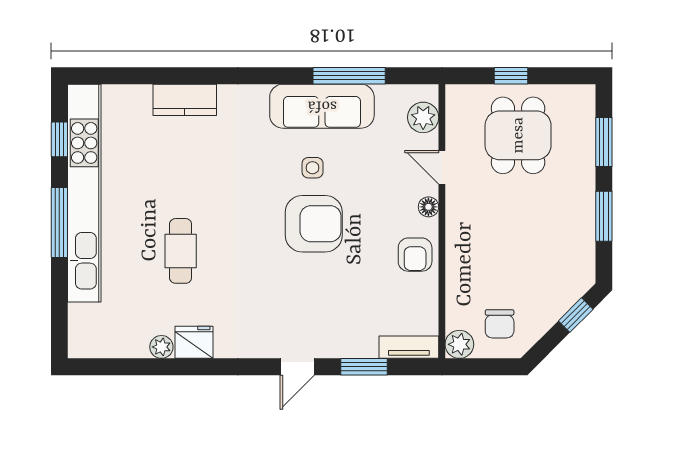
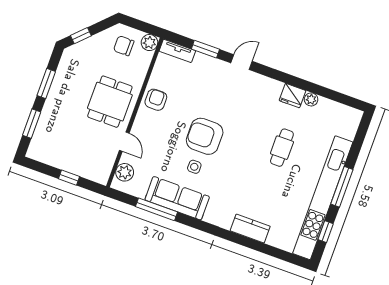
dining table: (518, 135) -> (110, 102), moved
floor lamp: (428, 207) -> (139, 123), removed
chair: (500, 324) -> (124, 46), turned -90

